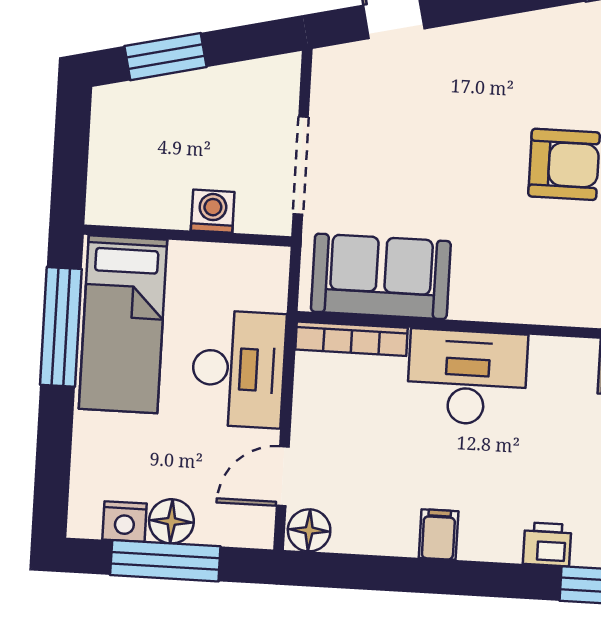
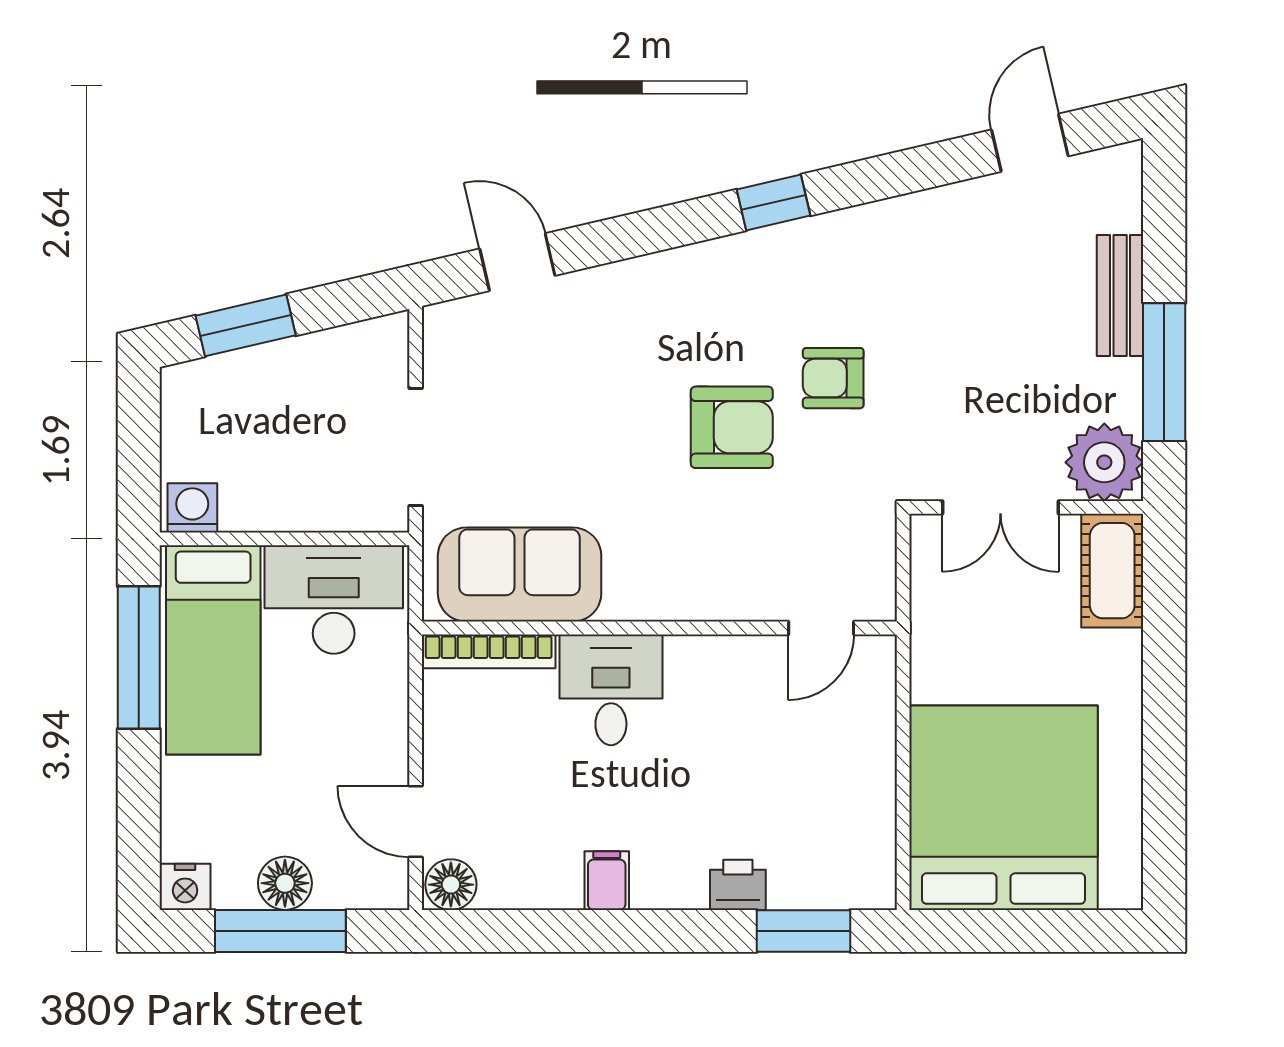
washing machine: (213, 211) -> (192, 508), moved
desk: (238, 369) -> (334, 600), moved, turned -90
desk: (467, 377) -> (611, 690), width x0.73
door: (283, 476) -> (416, 821), hinge flipped
nightstand: (125, 522) -> (185, 887), moved

